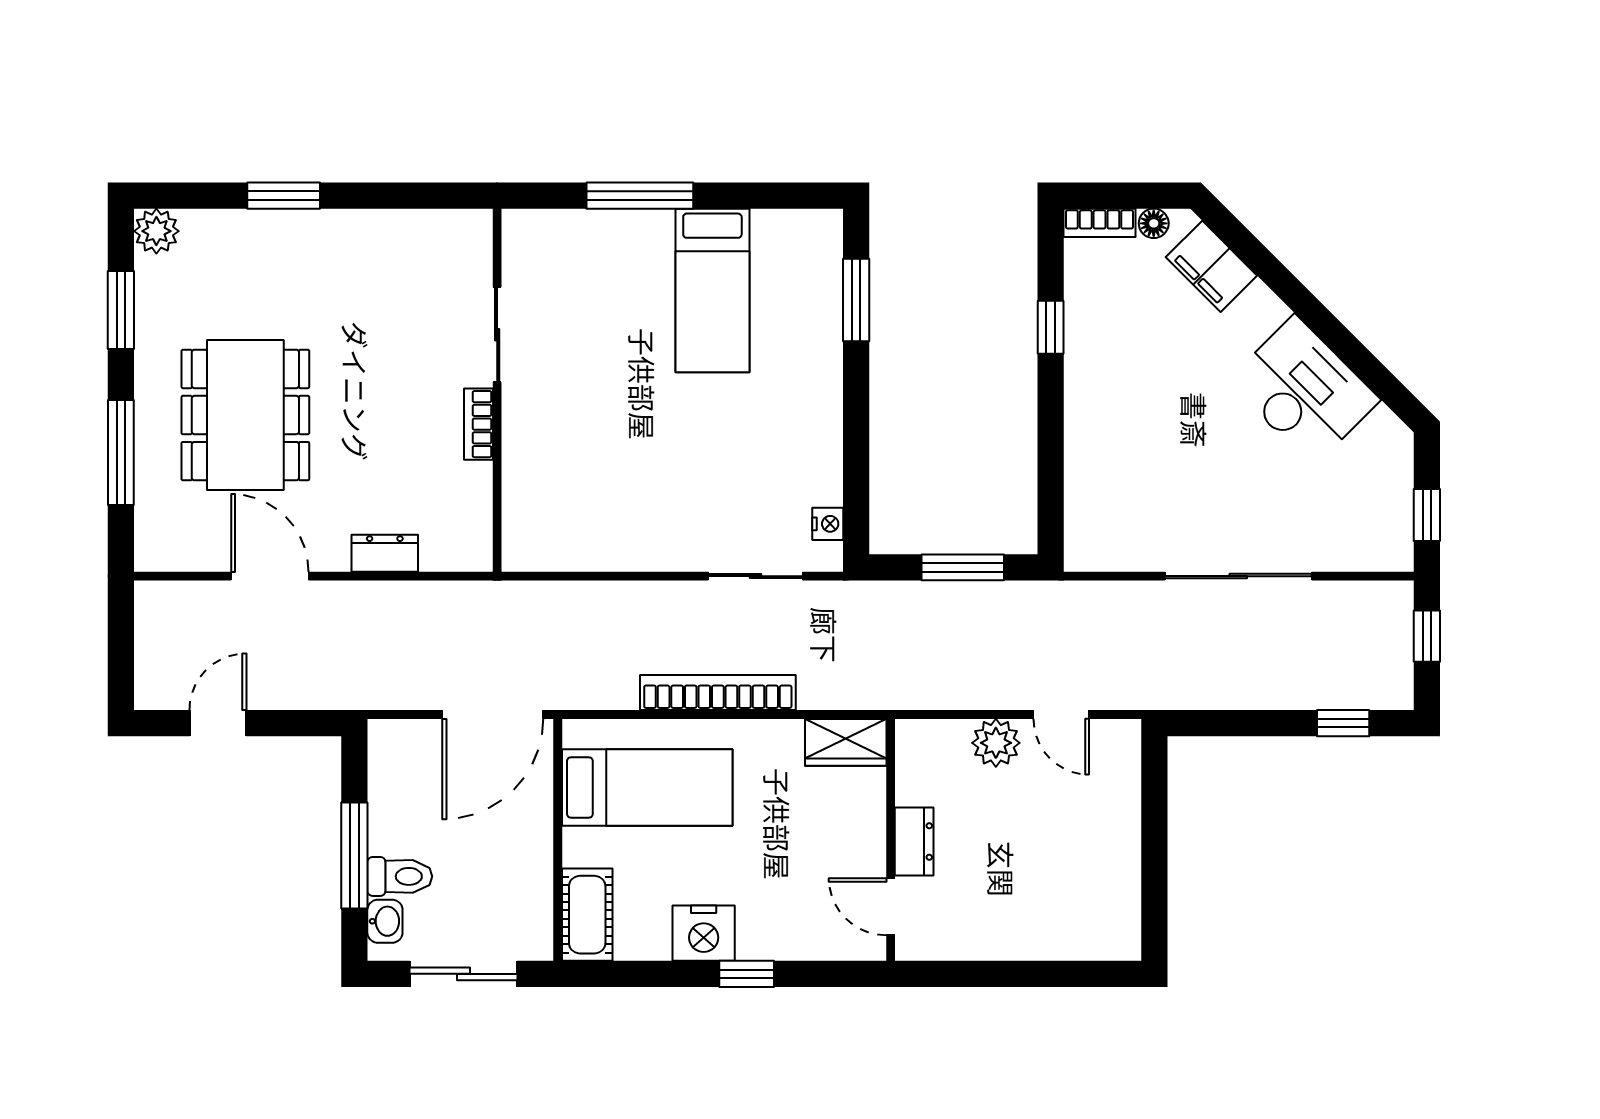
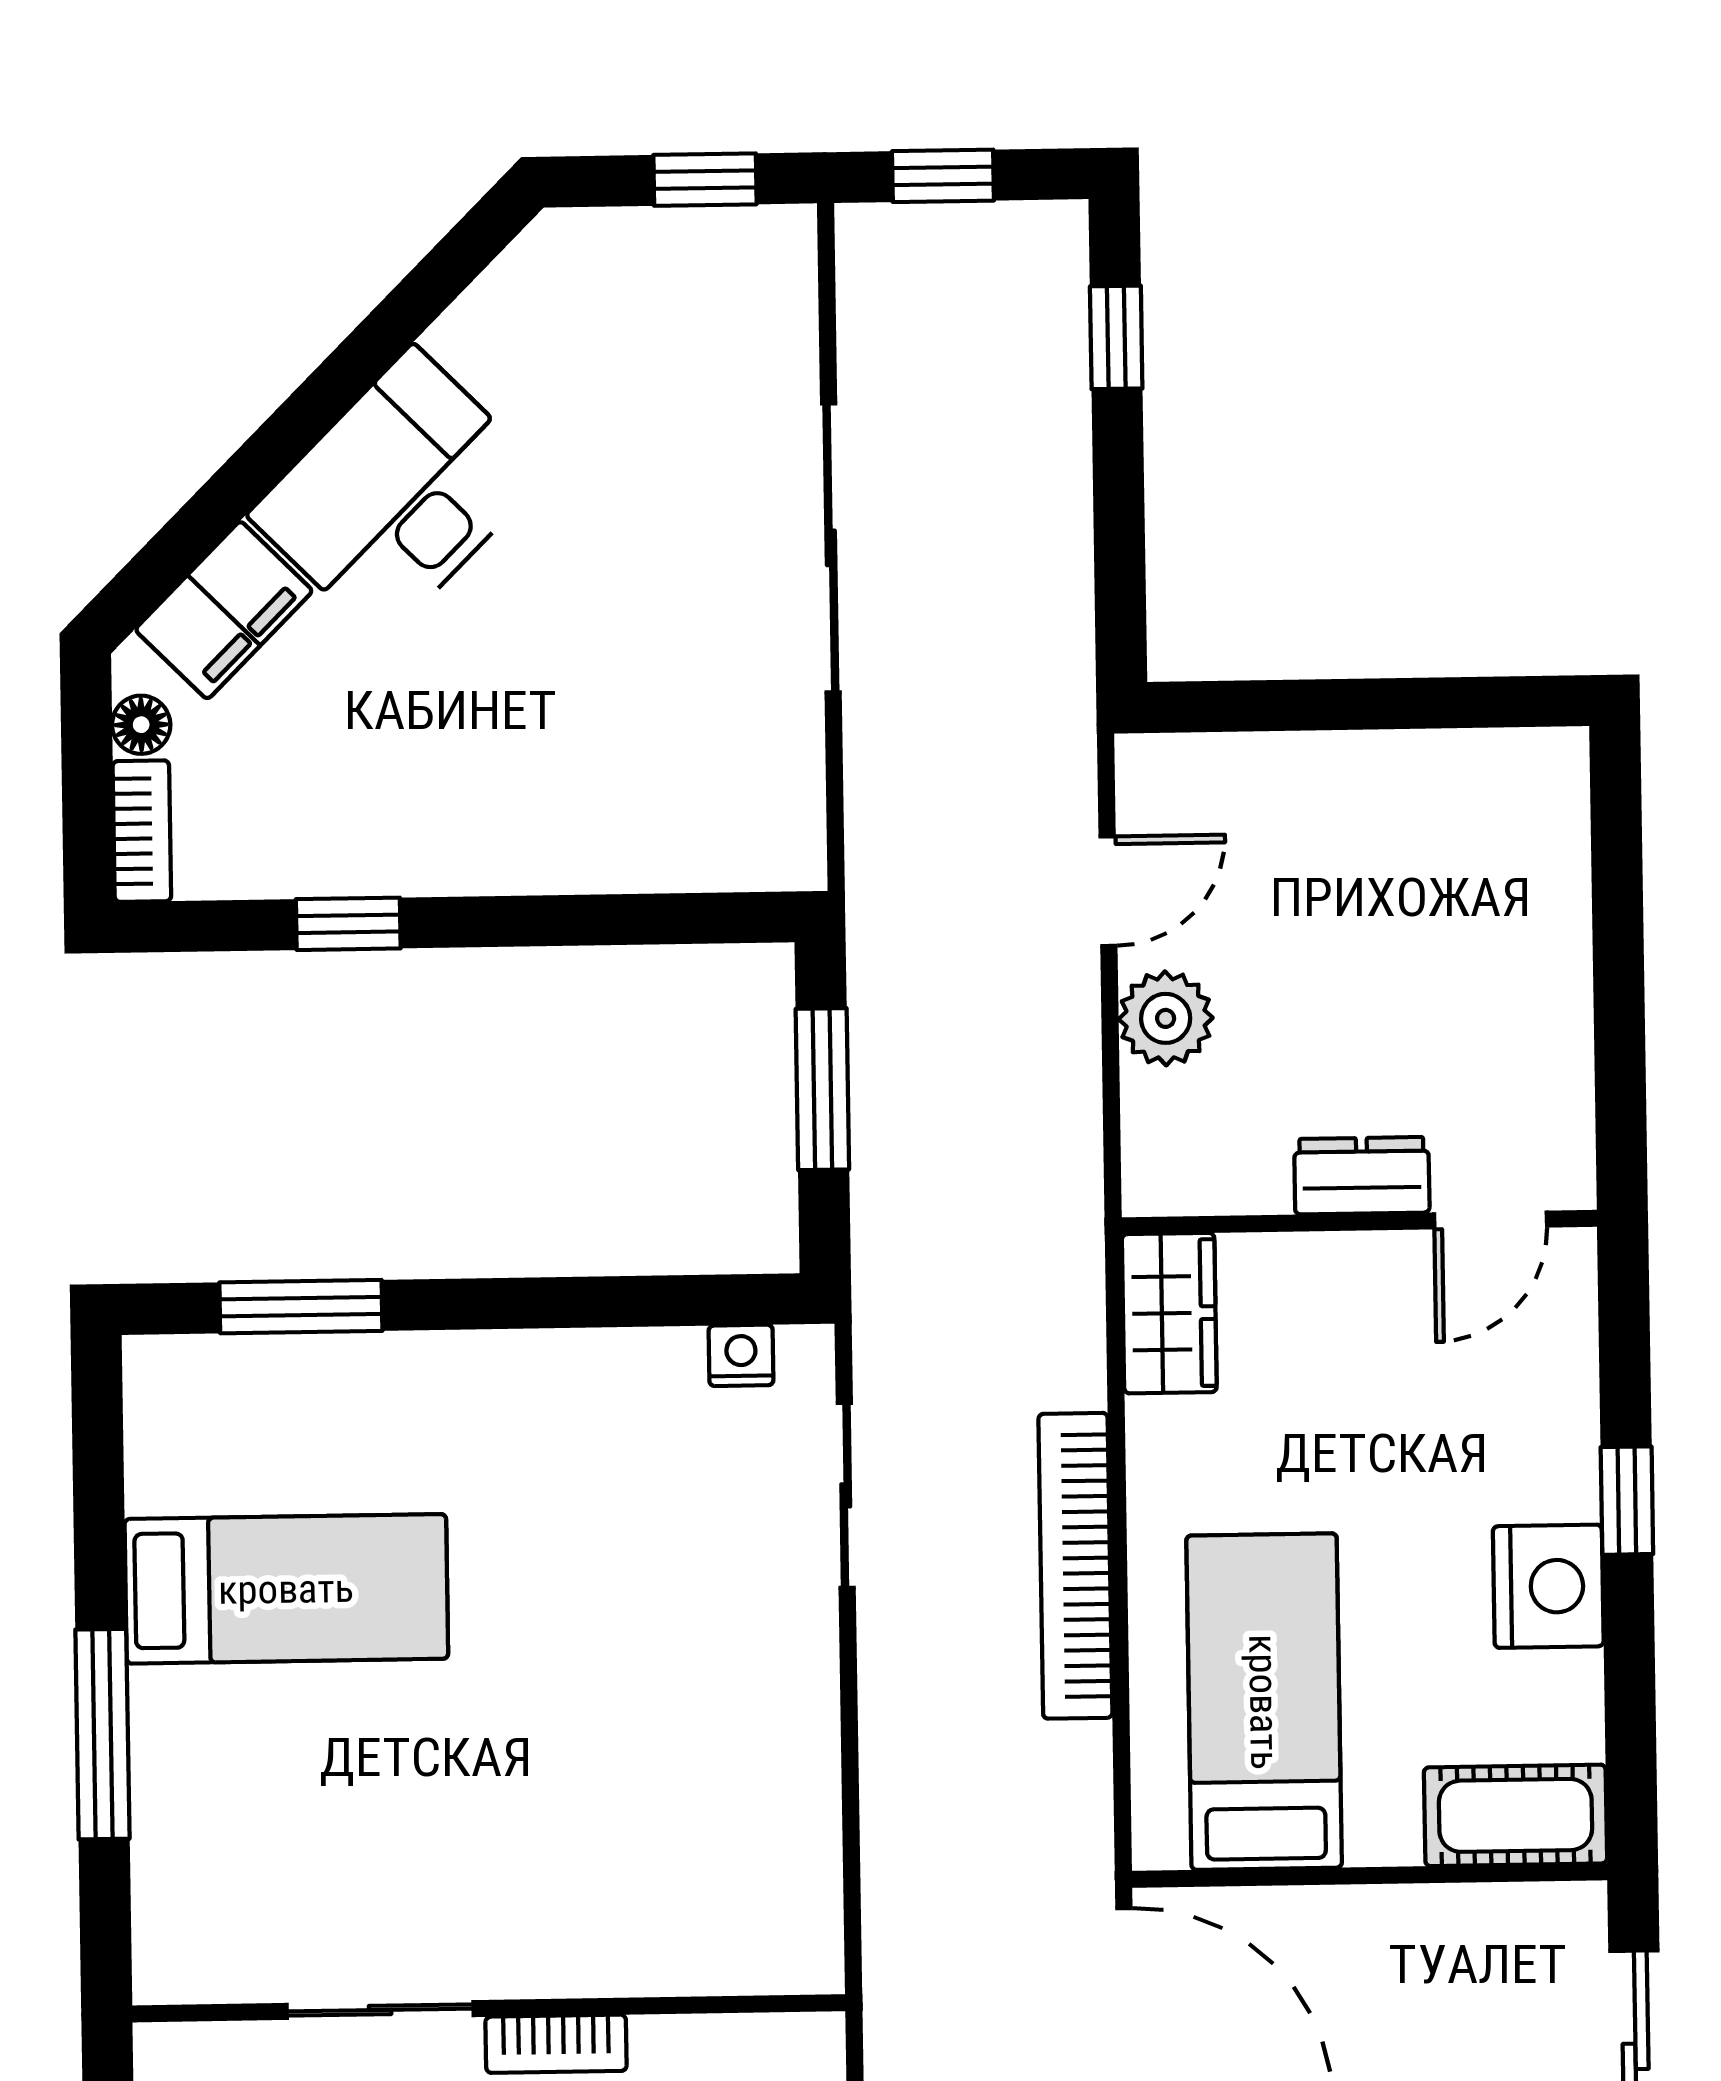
desk: (1304, 391) -> (397, 495), moved

